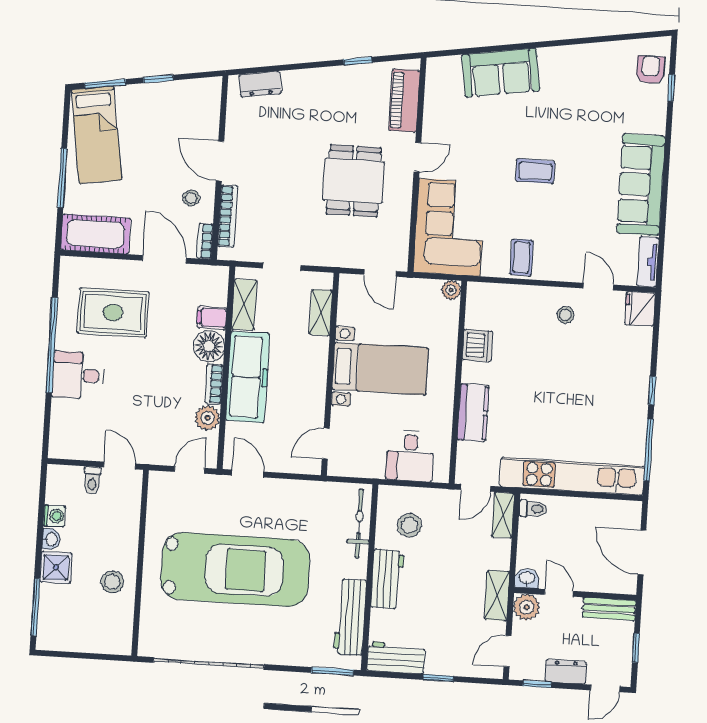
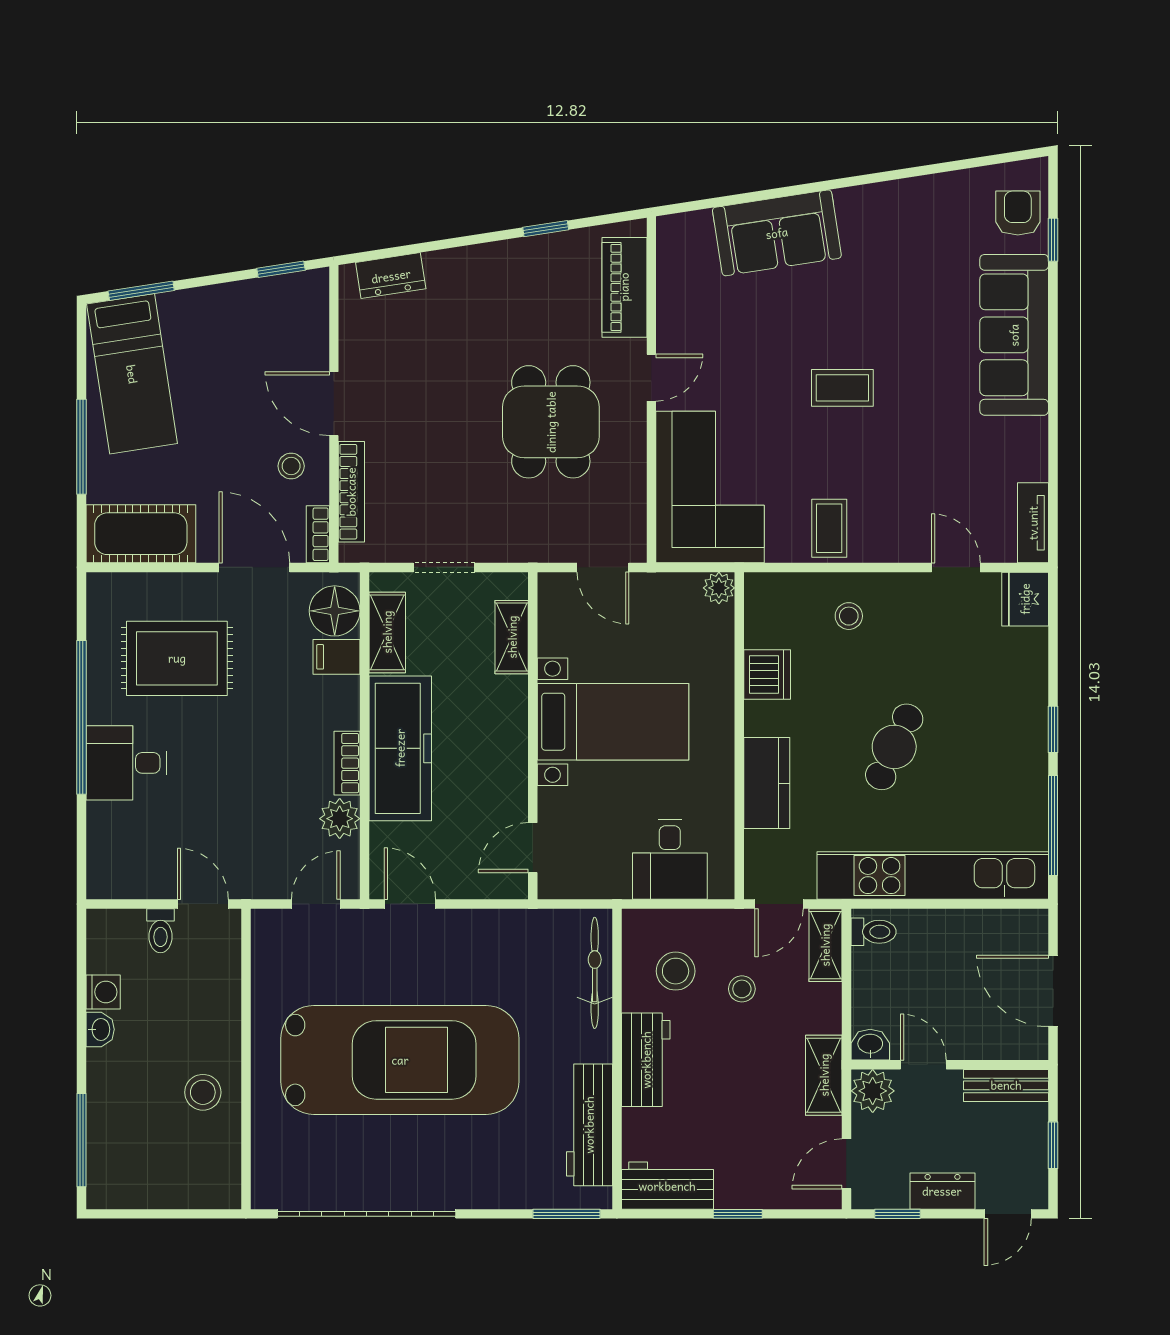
window: (158, 79) -> (281, 269), moved
sofa: (641, 185) -> (1014, 335), moved
stool: (565, 315) -> (849, 616), moved
floor lamp: (209, 346) -> (335, 611), moved
cafe table: (553, 395) -> (894, 747), added
stool: (450, 539) -> (742, 989), added
shower: (56, 567) -> (111, 1075), removed

